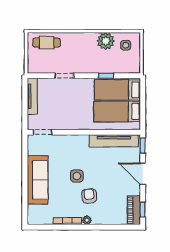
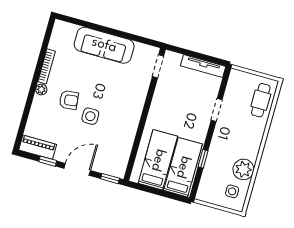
tv unit: (114, 141) -> (125, 146), removed
side table: (77, 176) -> (90, 116), moved
window: (143, 210) -> (48, 161), moved

